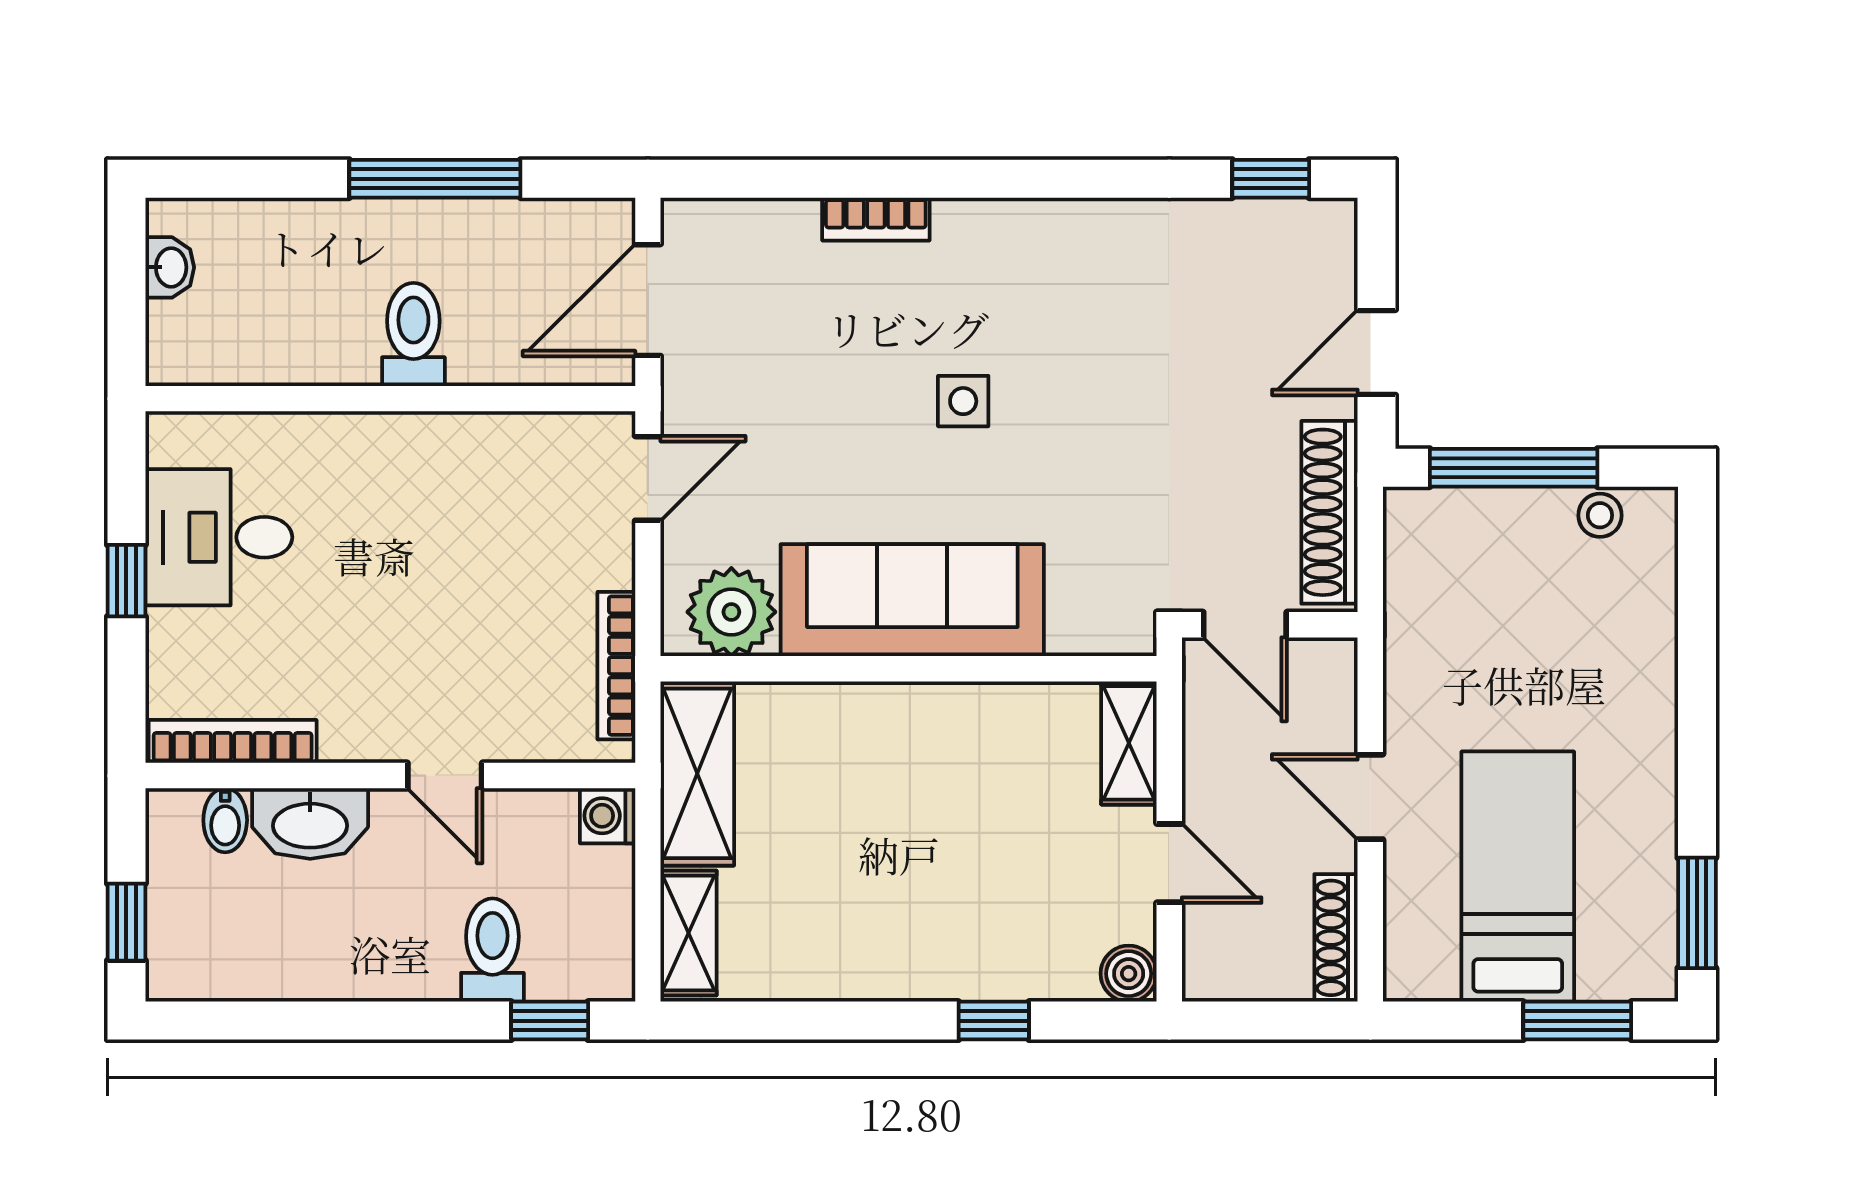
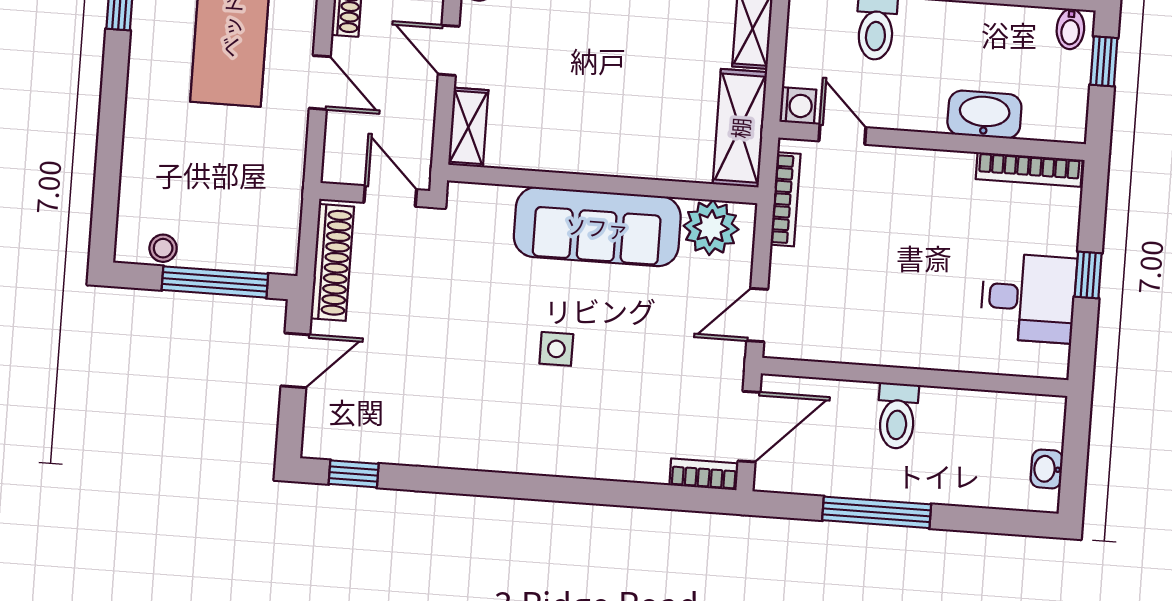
bookcase: (876, 219) -> (704, 474), moved
door: (445, 776) -> (842, 134), moved
bidet: (225, 820) -> (1070, 29), moved, turned 180

